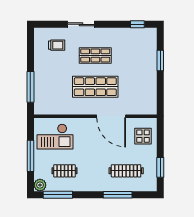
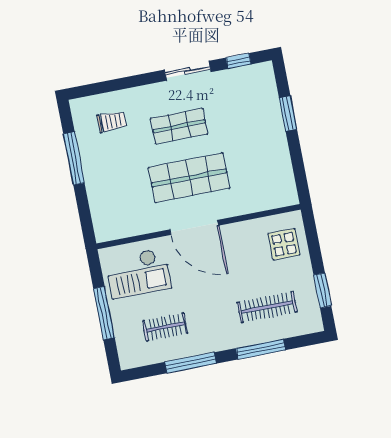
sliding door: (81, 24) -> (188, 71), moved
window: (30, 87) -> (74, 158), moved
door: (111, 116) -> (194, 227), moved
plant: (40, 185) -> (129, 358), removed
window: (58, 195) -> (191, 363), moved

